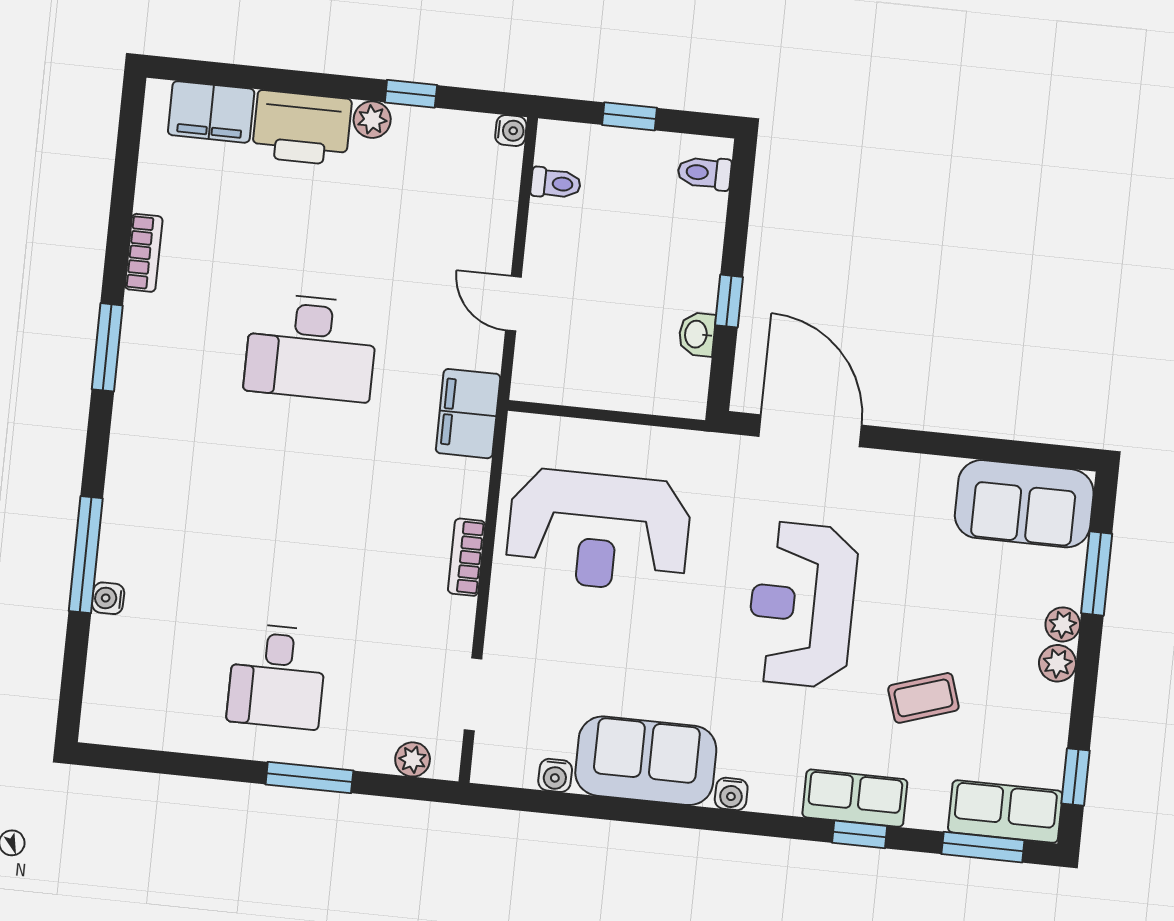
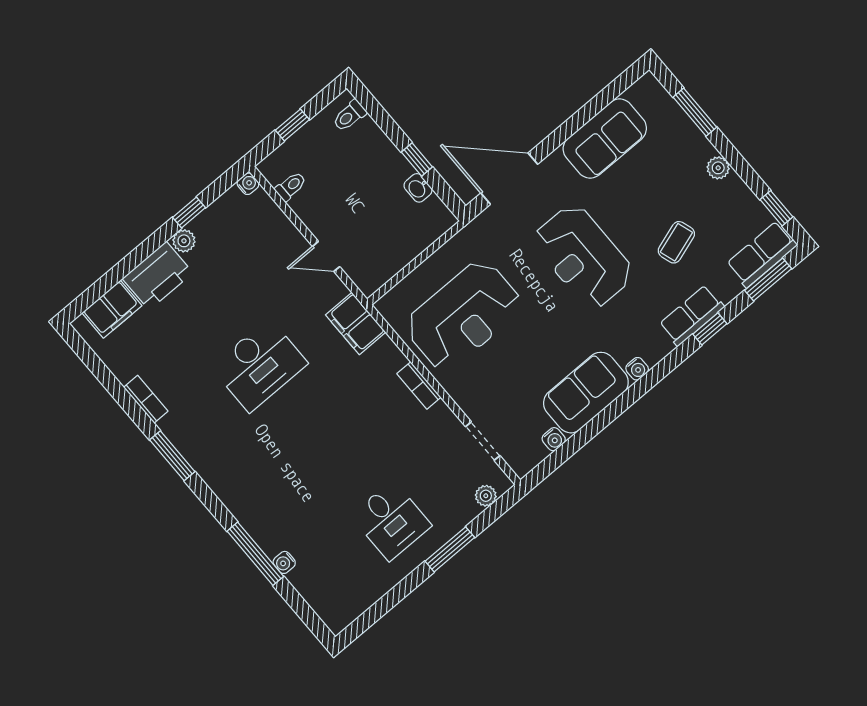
sofa: (1024, 504) -> (605, 138), moved
plant: (1063, 624) -> (703, 149), removed

